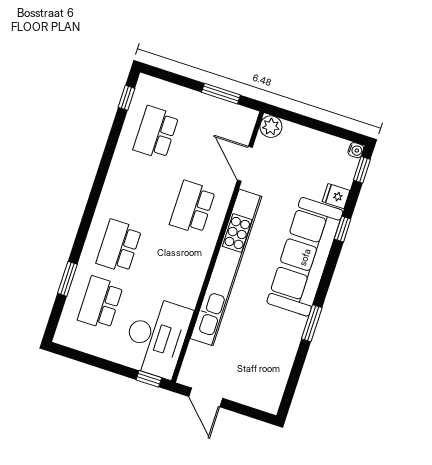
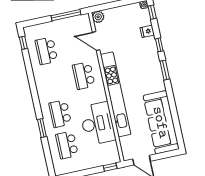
window: (221, 94) -> (66, 15), width x1.44
sofa: (305, 257) -> (161, 122), moved
window: (67, 279) -> (42, 128), moved
window: (312, 323) -> (165, 70), moved
desk: (156, 337) -> (97, 124), moved

